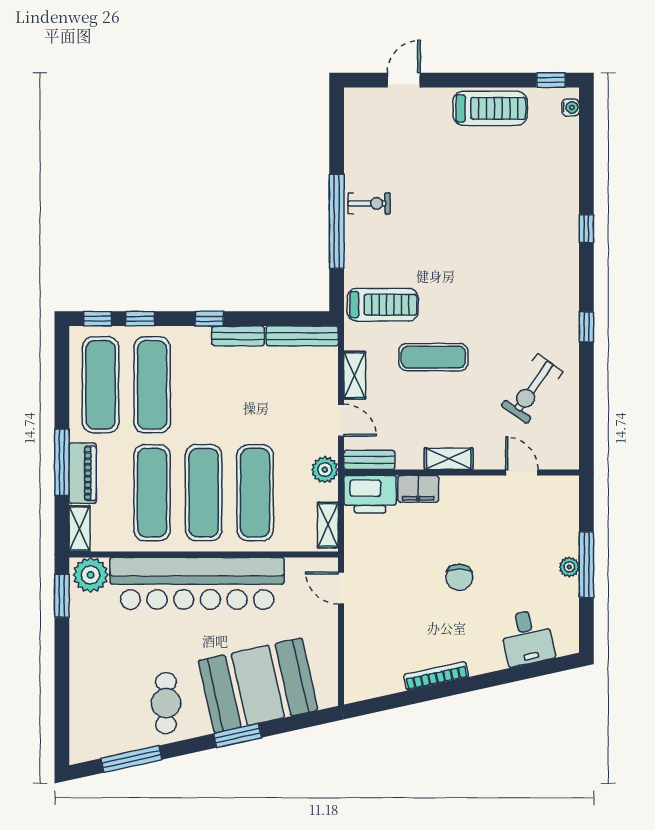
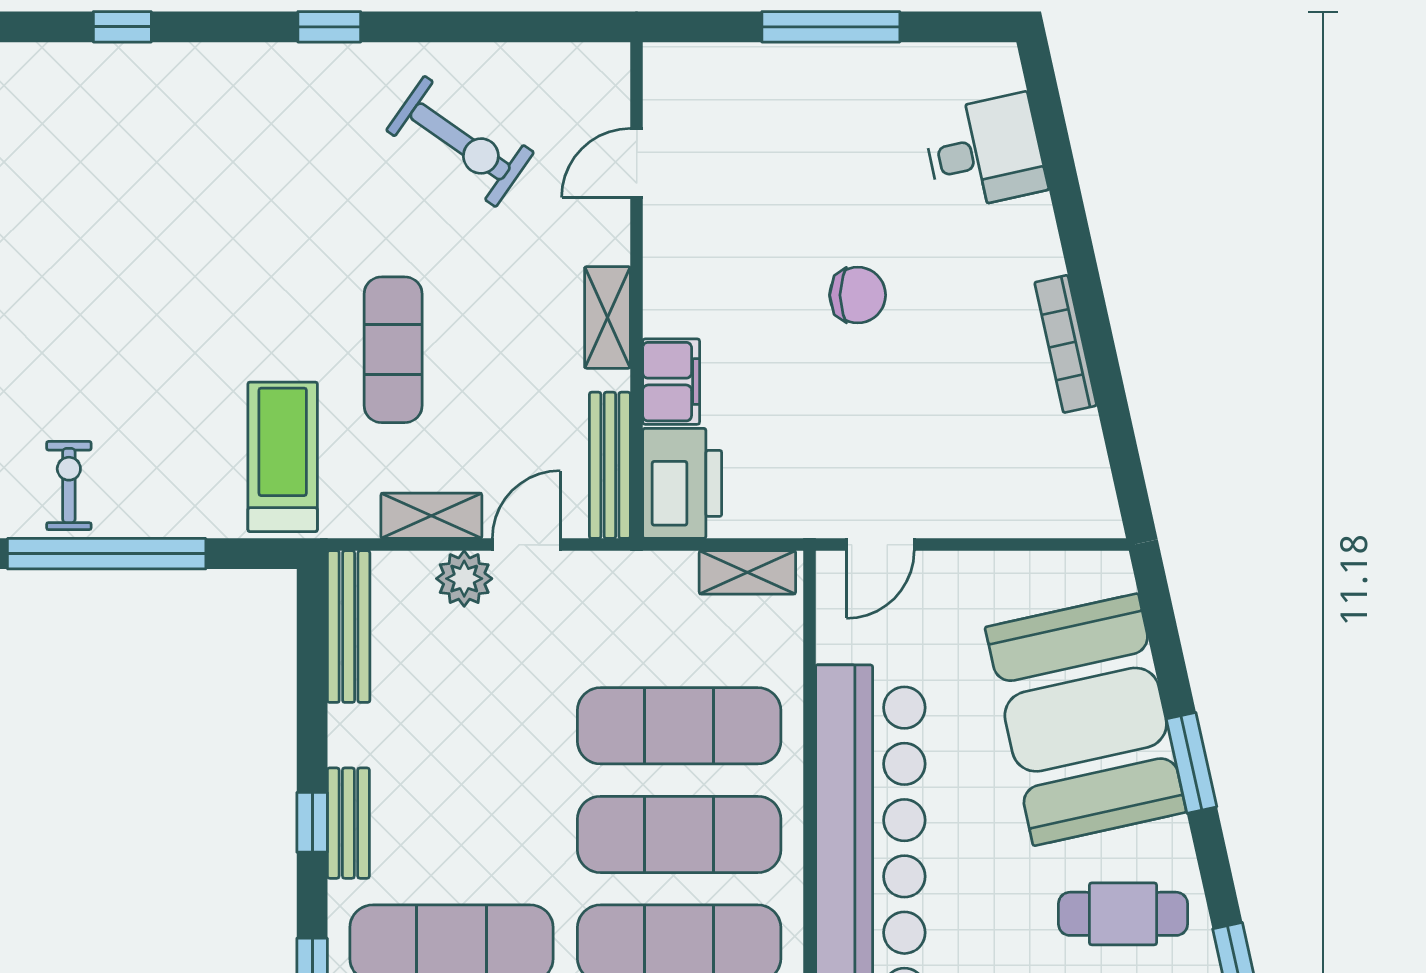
bench: (238, 336) -> (348, 823), moved
bench: (369, 460) -> (610, 465), width x1.36
plant: (325, 470) -> (464, 579), moved
plant: (569, 567) -> (836, 63), removed

